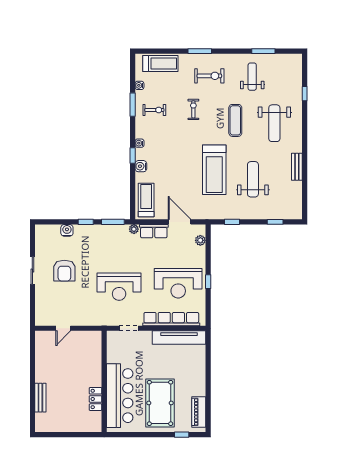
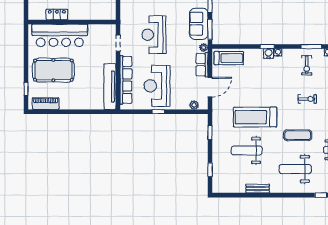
water cooler: (141, 166) -> (268, 54), moved
weight bench: (253, 179) -> (247, 150), turned 180
sofa: (106, 235) -> (199, 24), added

